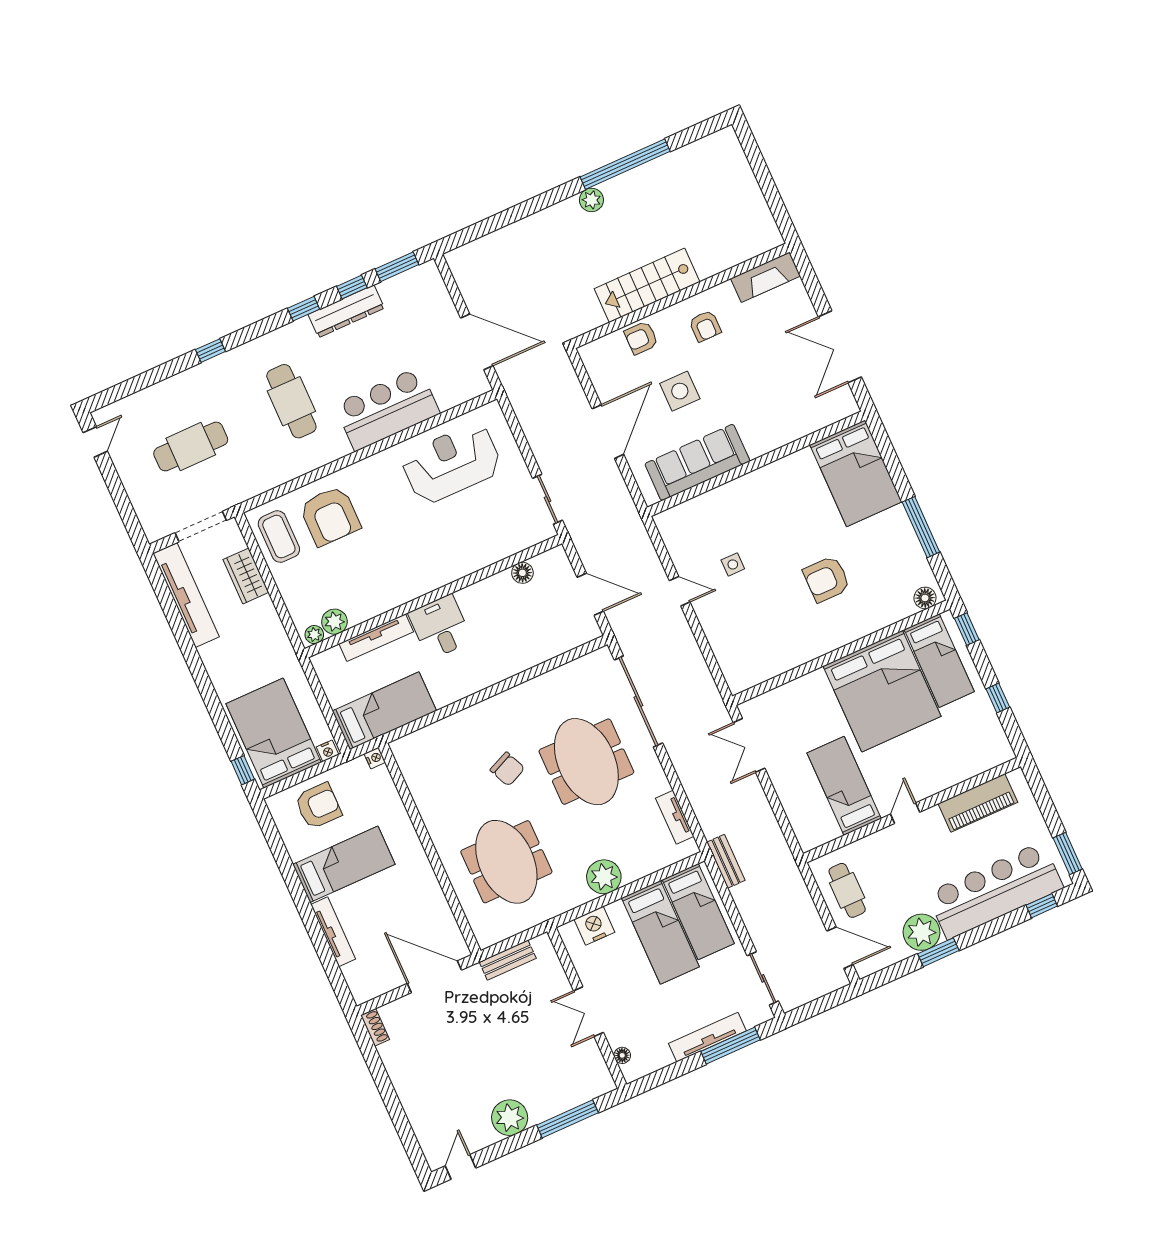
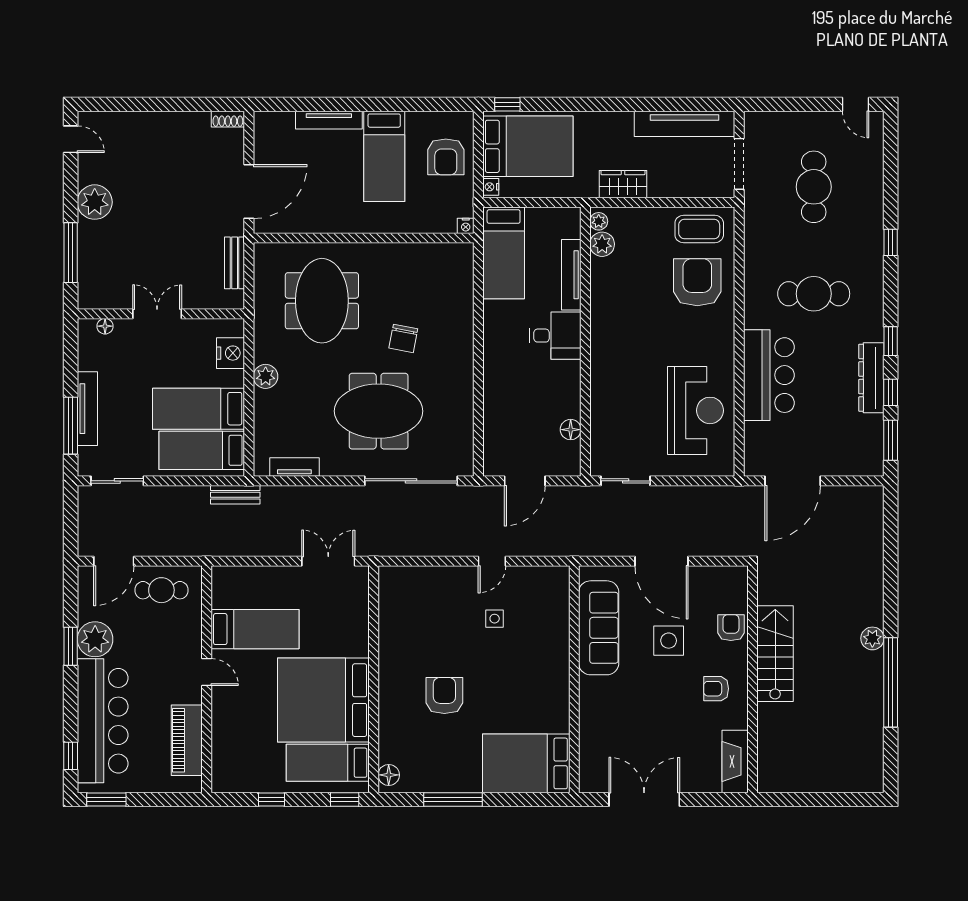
armchair: (330, 516) -> (697, 282), turned 90
wardrobe: (246, 576) -> (623, 184), moved
chair: (507, 769) -> (403, 338), turned -55
meeting table: (506, 862) -> (322, 301), turned 90
plant: (604, 877) -> (266, 376), width x0.73, depth x0.73

